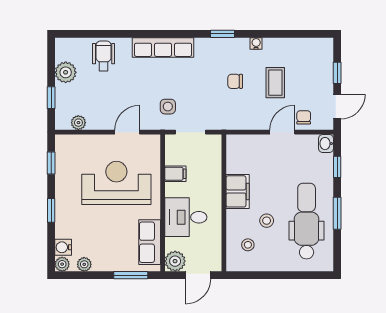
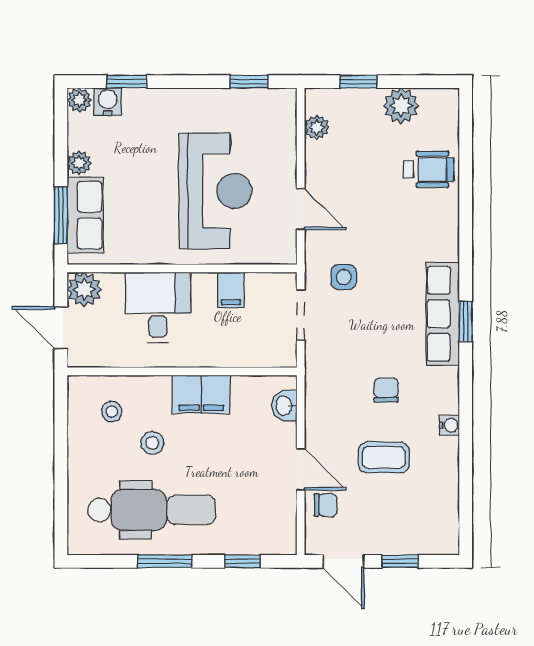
window: (223, 34) -> (466, 321), moved
row of seats: (163, 47) -> (443, 314), moved
washbasin: (326, 144) -> (285, 406), moved, turned -90
window: (51, 210) -> (127, 82), moved
row of seats: (150, 242) -> (85, 215), moved, turned 90
plant: (84, 264) -> (79, 163), moved

